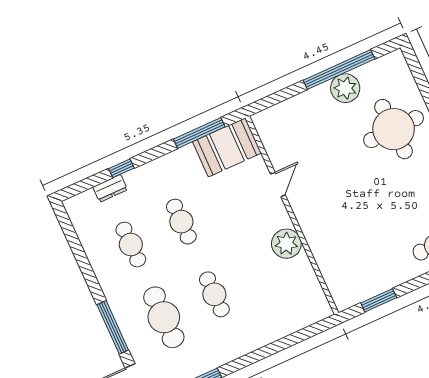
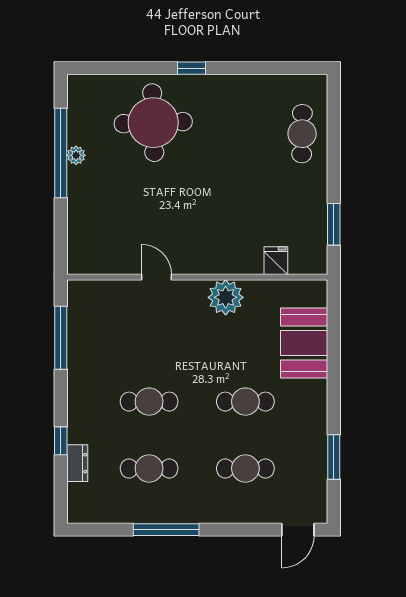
plant: (345, 88) -> (76, 155), width x0.53, depth x0.53
booth: (227, 147) -> (304, 343), moved
fridge: (331, 269) -> (276, 261), added
cafe table: (164, 317) -> (245, 468), width x0.73, depth x0.74
window: (113, 327) -> (166, 530), moved

